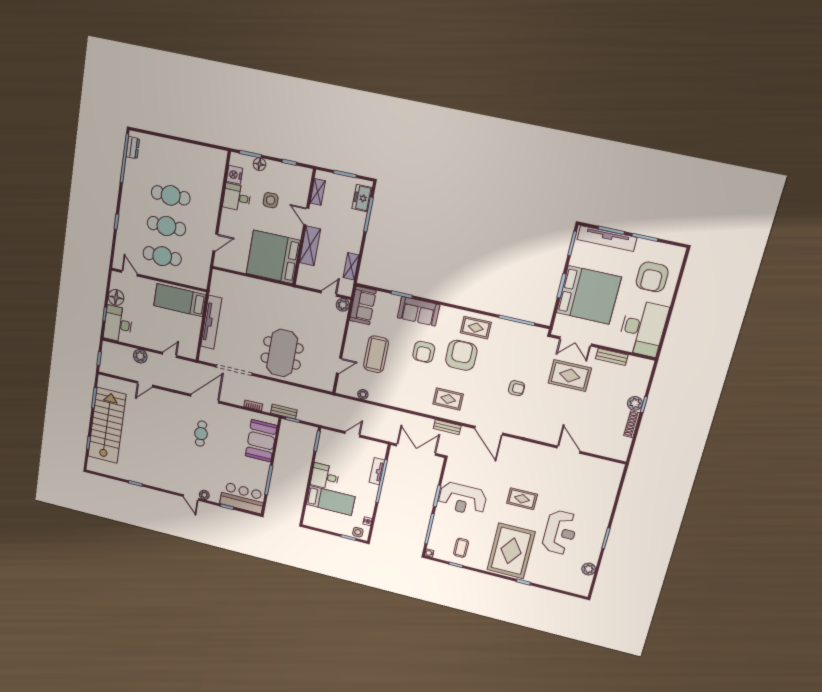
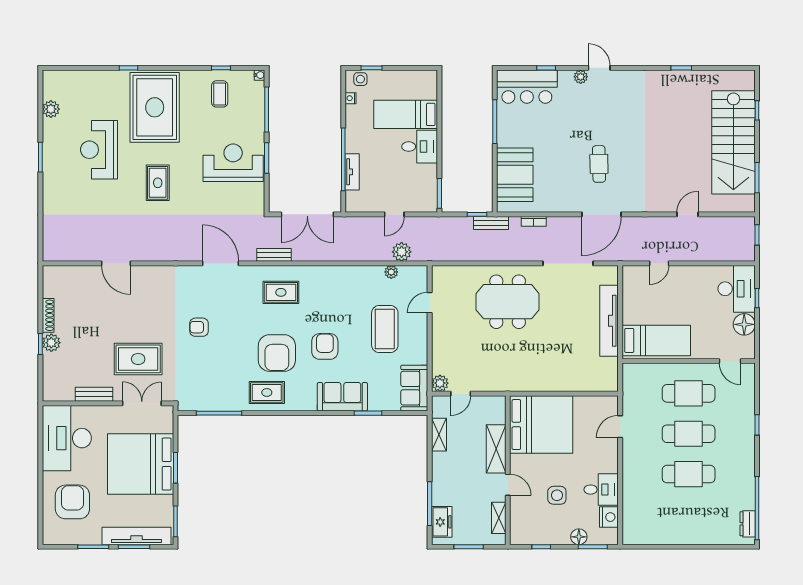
meeting table: (282, 353) -> (508, 302), turned 90
plant: (140, 356) -> (402, 252), moved
rug: (522, 499) -> (158, 183), turned 90

